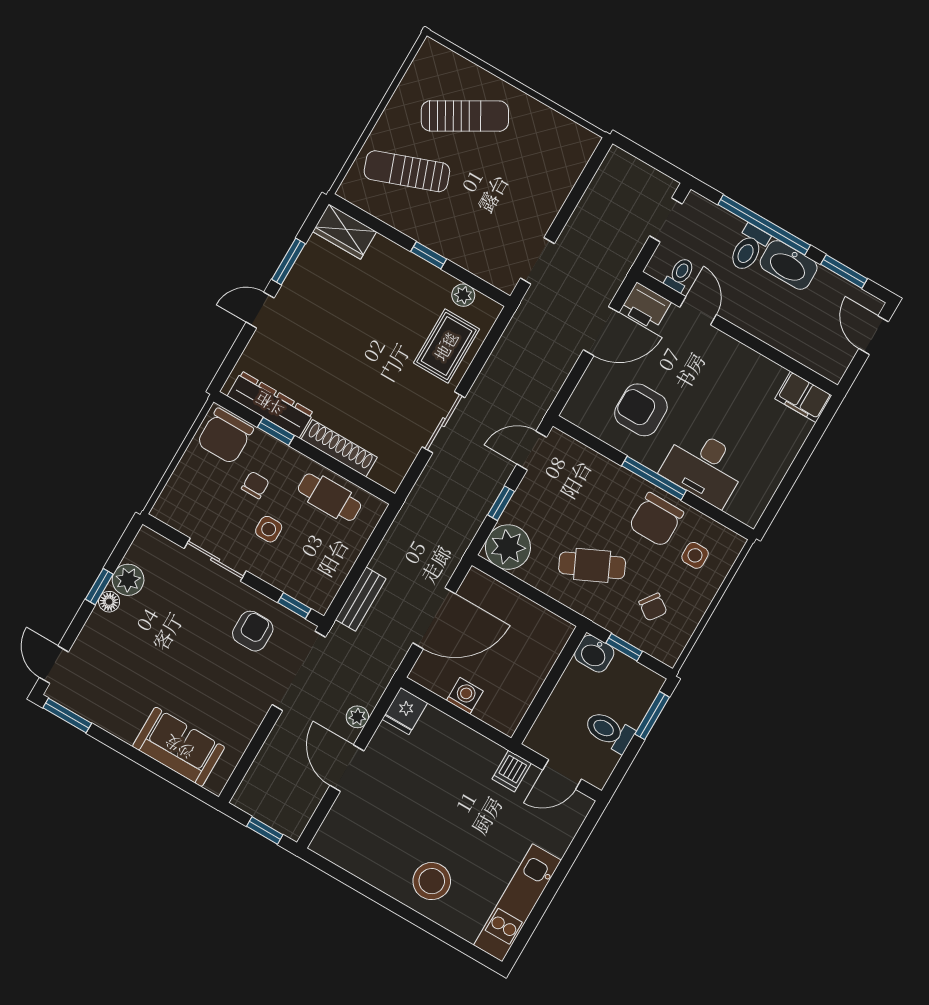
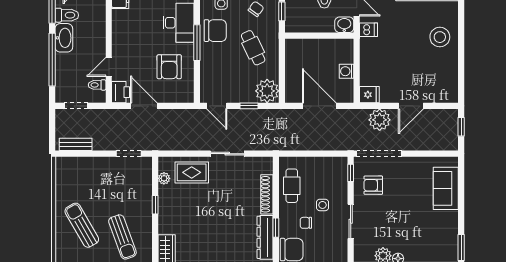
toilet: (749, 248) -> (67, 15), moved
bench: (361, 599) -> (76, 144), moved
washbasin: (594, 654) -> (344, 25), moved, turned -90
plant: (357, 717) -> (380, 120), width x1.88, depth x1.88

